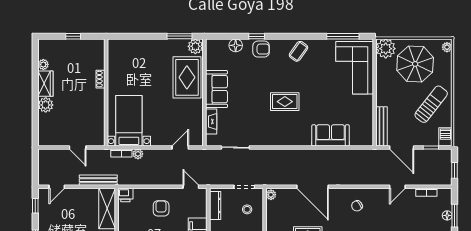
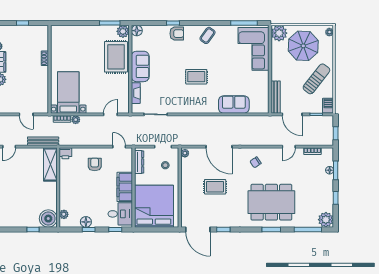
floor lamp: (236, 45) -> (137, 31), moved

